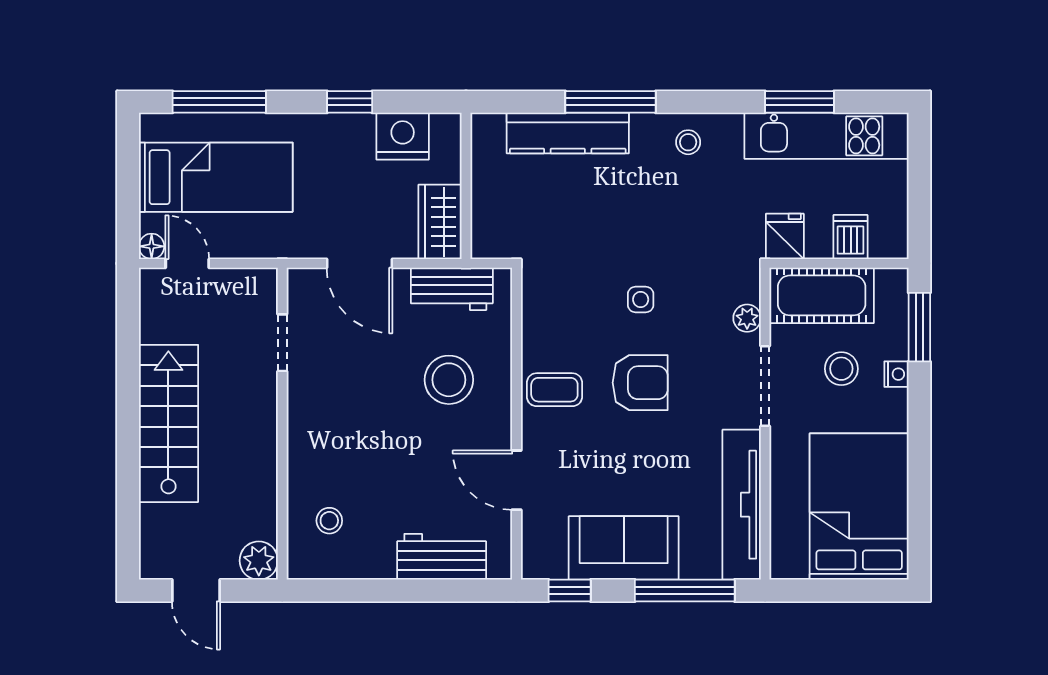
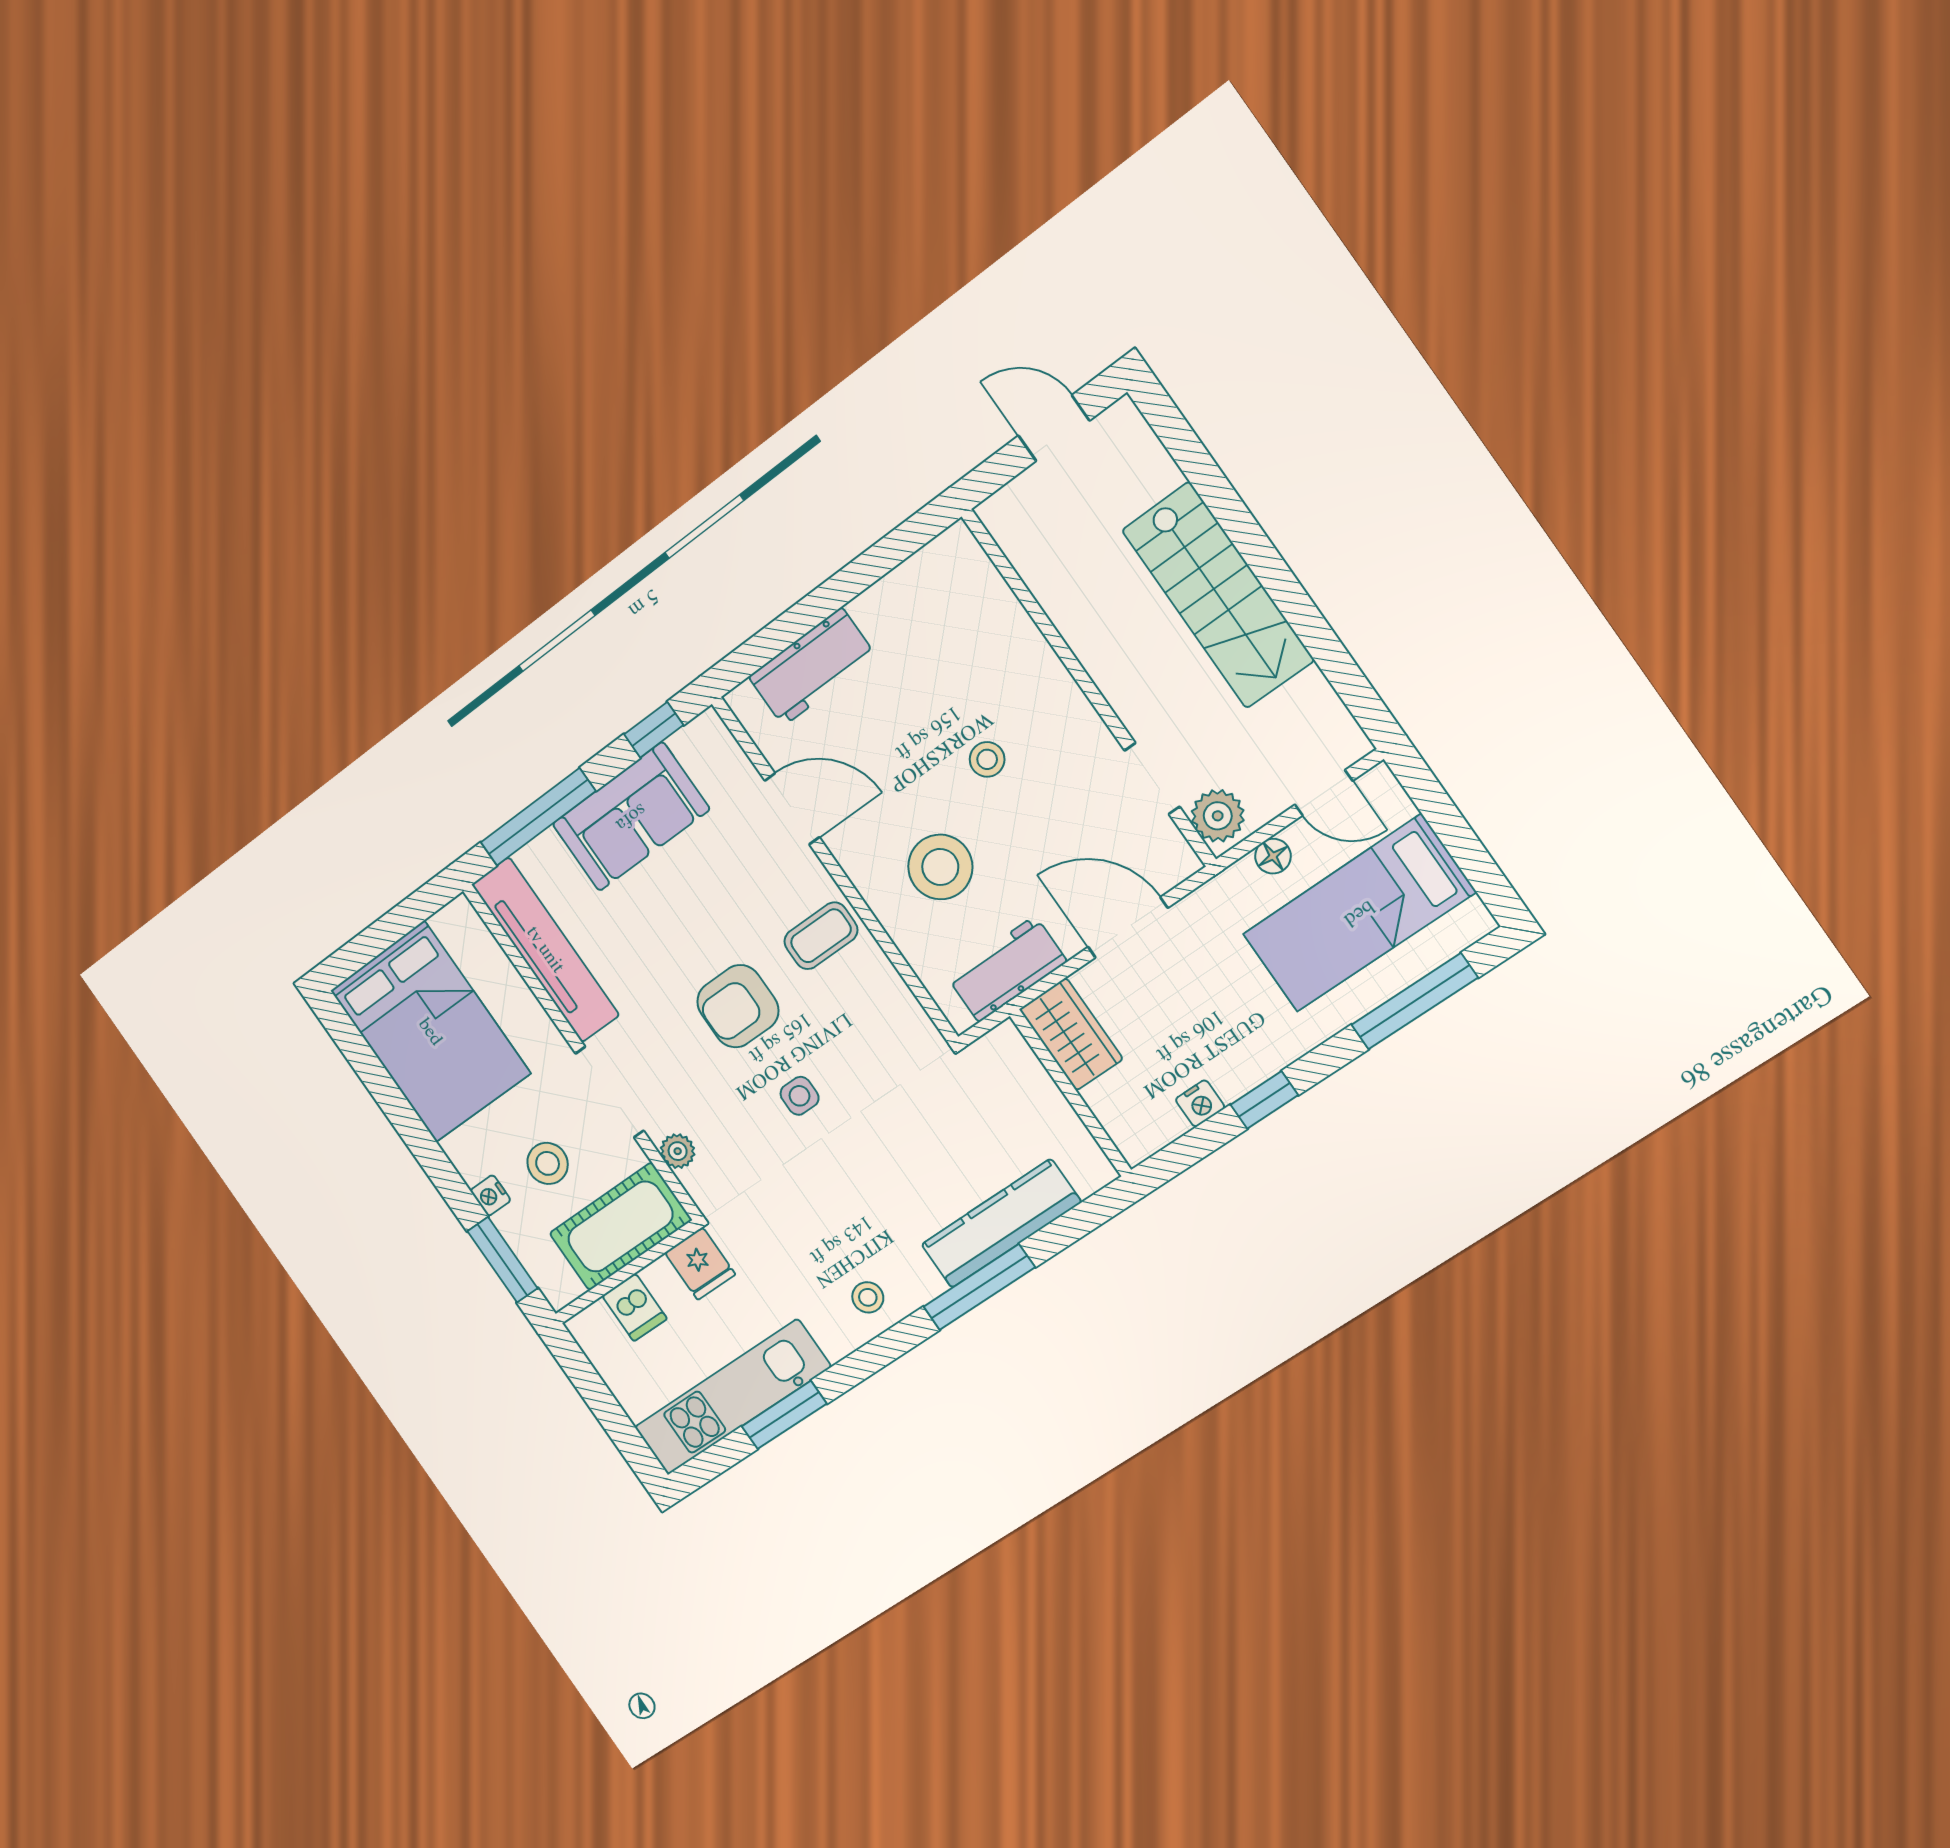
nightstand: (403, 136) -> (1200, 1103), width x0.53, depth x0.56
floor lamp: (152, 246) -> (1273, 856), moved
stool: (329, 521) -> (987, 759), moved
plant: (259, 561) -> (1218, 816), moved

